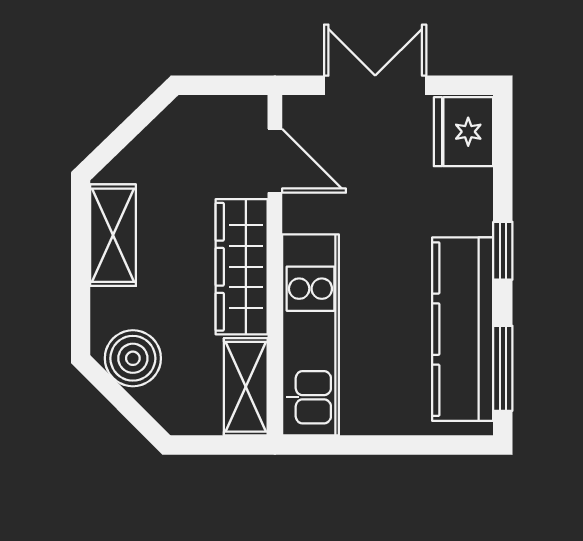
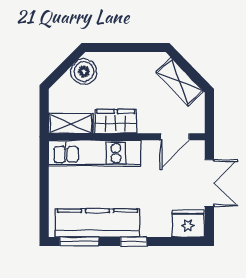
shelving: (113, 235) -> (180, 82), moved, turned 46
wardrobe: (242, 267) -> (116, 121), width x0.67

